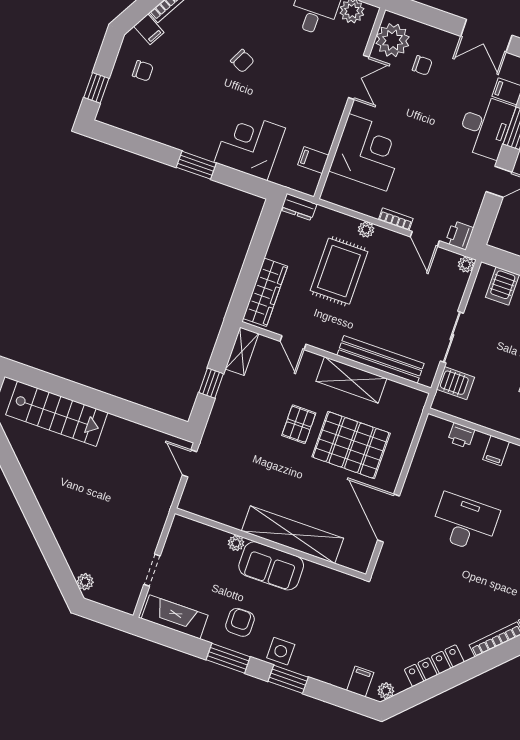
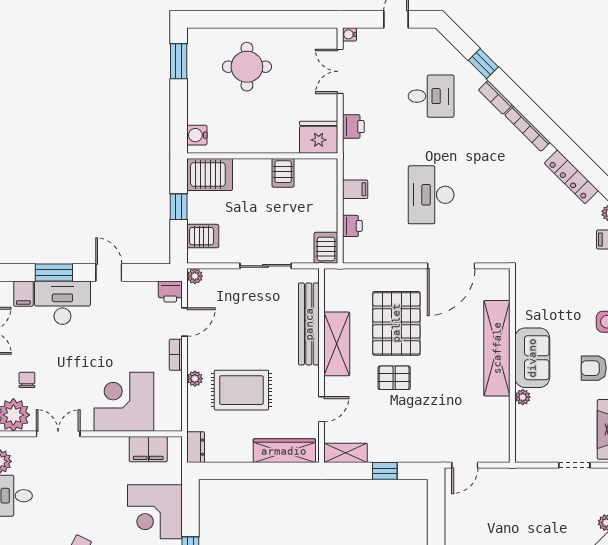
filing cabinet: (313, 160) -> (148, 449), width x2.00
server rack: (456, 383) -> (326, 248), moved

